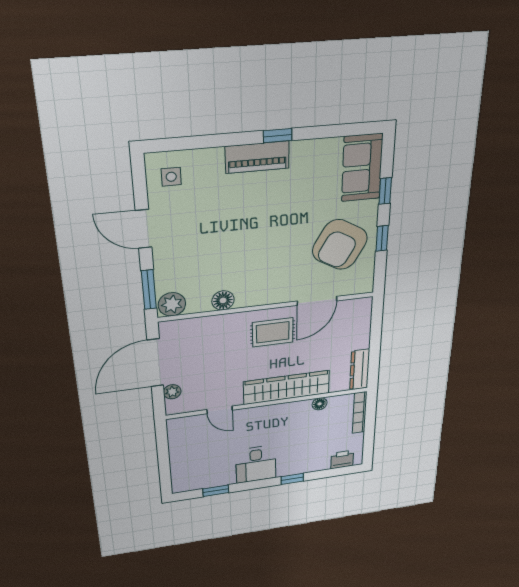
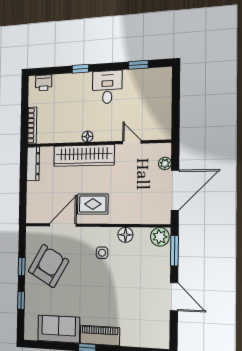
sofa: (362, 168) -> (59, 329), moved, turned -90
side table: (171, 177) -> (102, 253), moved
floor lamp: (320, 404) -> (87, 137), moved

